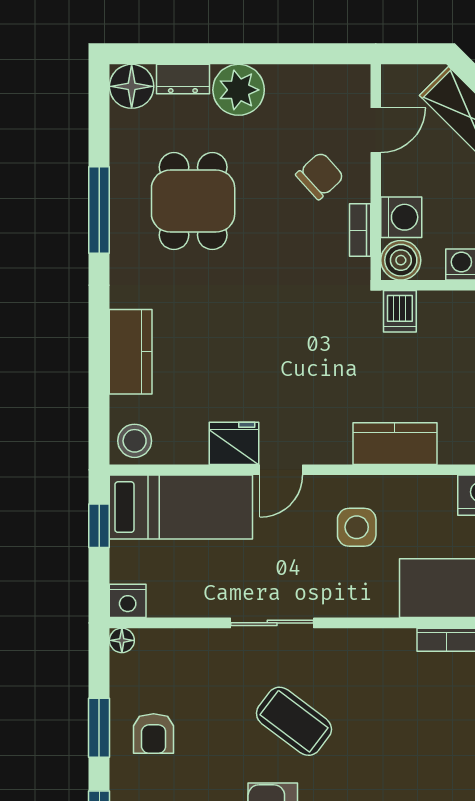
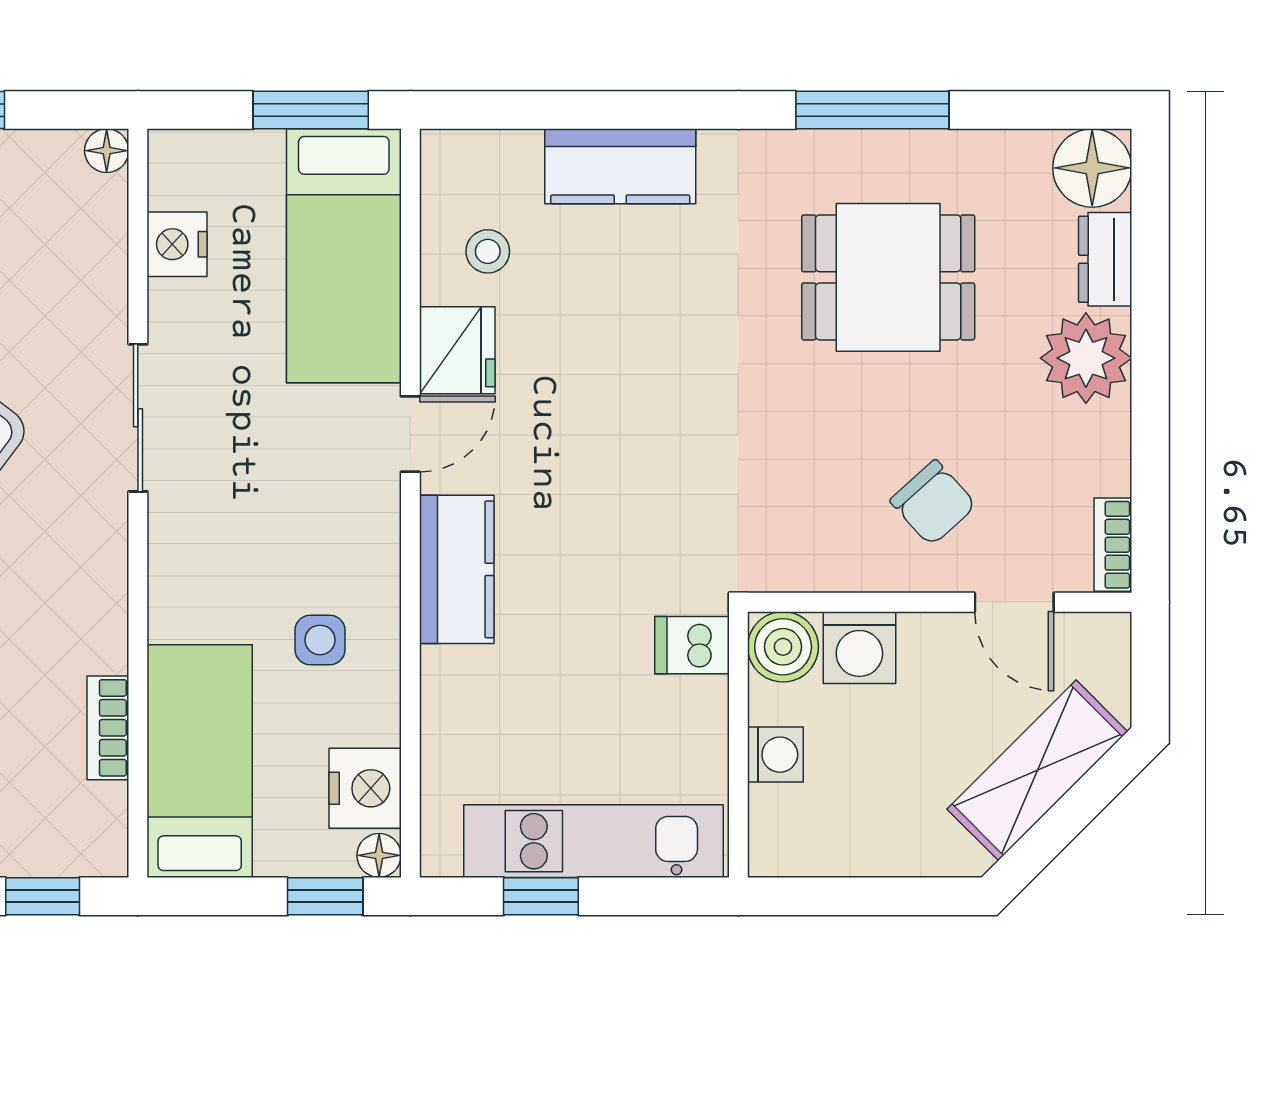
bookcase: (360, 230) -> (1113, 545), moved, turned -90
stool: (135, 441) -> (488, 251), moved, width x0.73, depth x0.73
kitchen counter: (395, 444) -> (457, 569), moved
door: (281, 470) -> (410, 434), swing flipped
window: (99, 526) -> (311, 110), width x1.50
side table: (357, 527) -> (320, 640), moved, width x0.73, depth x0.73
nightstand: (128, 601) -> (177, 244), moved

